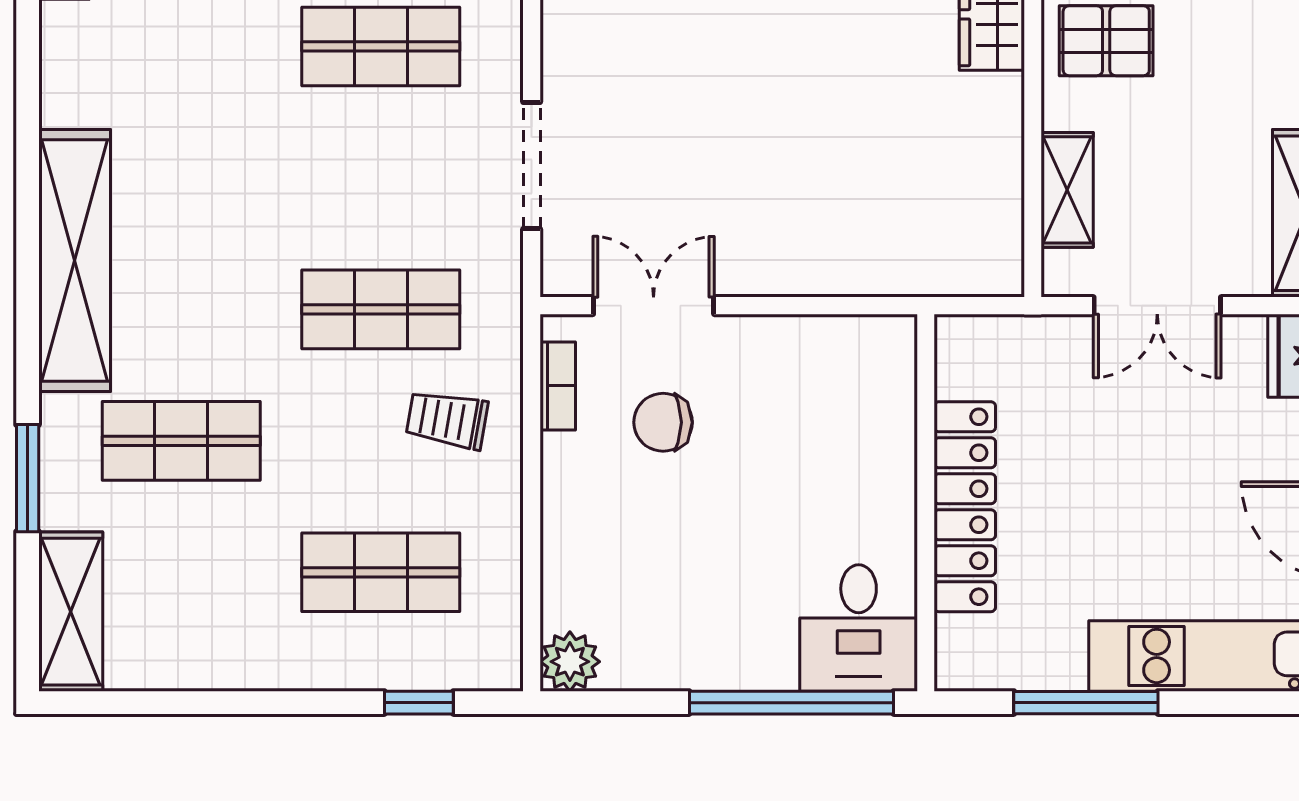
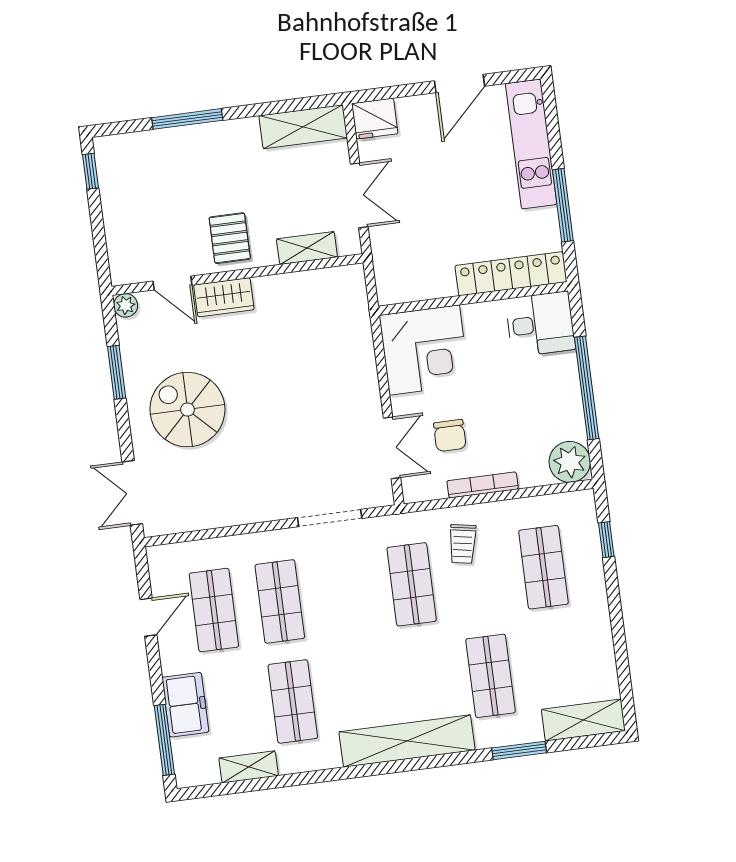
shop shelf: (181, 46) -> (293, 701), added
double door: (654, 306) -> (392, 448), swing flipped
bookcase: (558, 386) -> (483, 485), moved, width x1.56
corner desk: (837, 394) -> (424, 350), added
locker: (965, 507) -> (511, 274), moved
plant: (570, 662) -> (570, 462), width x1.36, depth x1.36
window: (791, 703) -> (587, 388), moved

